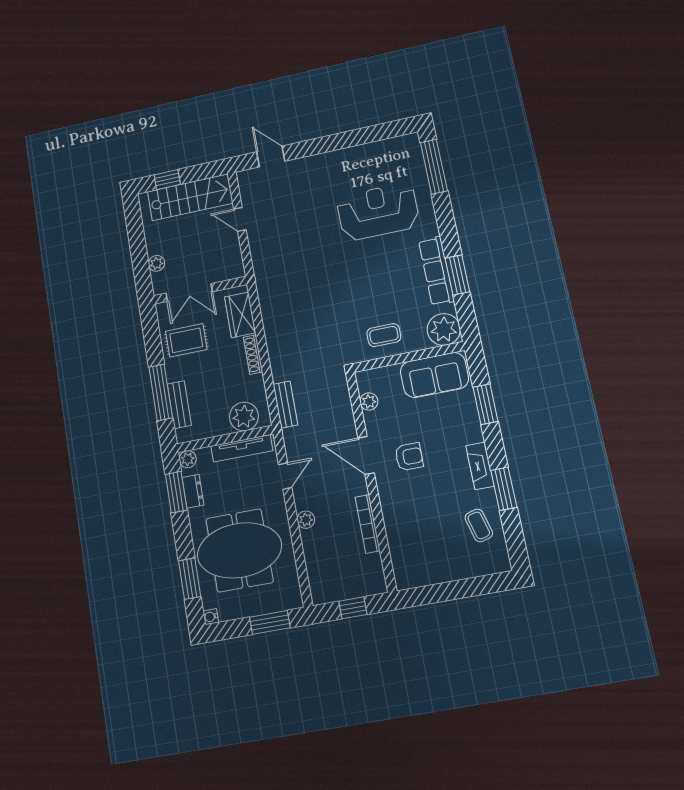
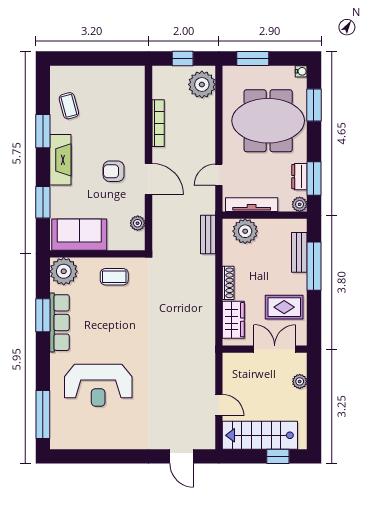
fireplace: (480, 466) -> (60, 160), width x1.37, depth x1.32
plant: (306, 520) -> (202, 84), moved, width x1.87, depth x1.87

